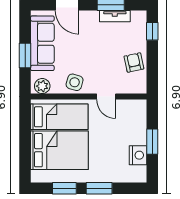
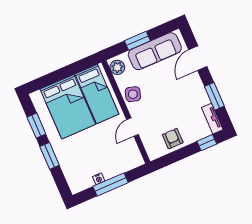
tv unit: (115, 16) -> (212, 119), moved
armchair: (134, 62) -> (173, 139), turned -78
window: (152, 142) -> (111, 184), width x1.44
nightstand: (138, 155) -> (99, 179), width x0.53, depth x0.56

